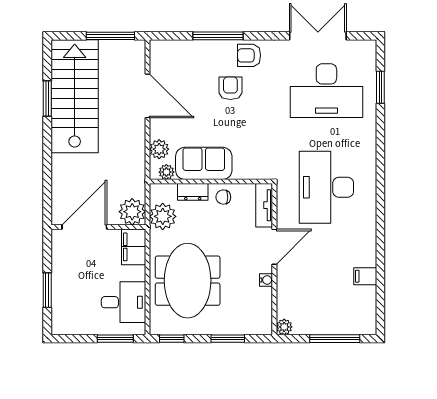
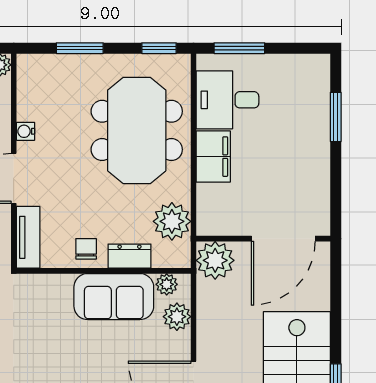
chair: (223, 197) -> (86, 249), turned -90
plant: (132, 212) -> (215, 260), moved
door: (84, 227) -> (283, 239), moved
wall: (98, 227) -> (263, 239), moved
filing cabinet: (134, 247) -> (213, 157), moved

